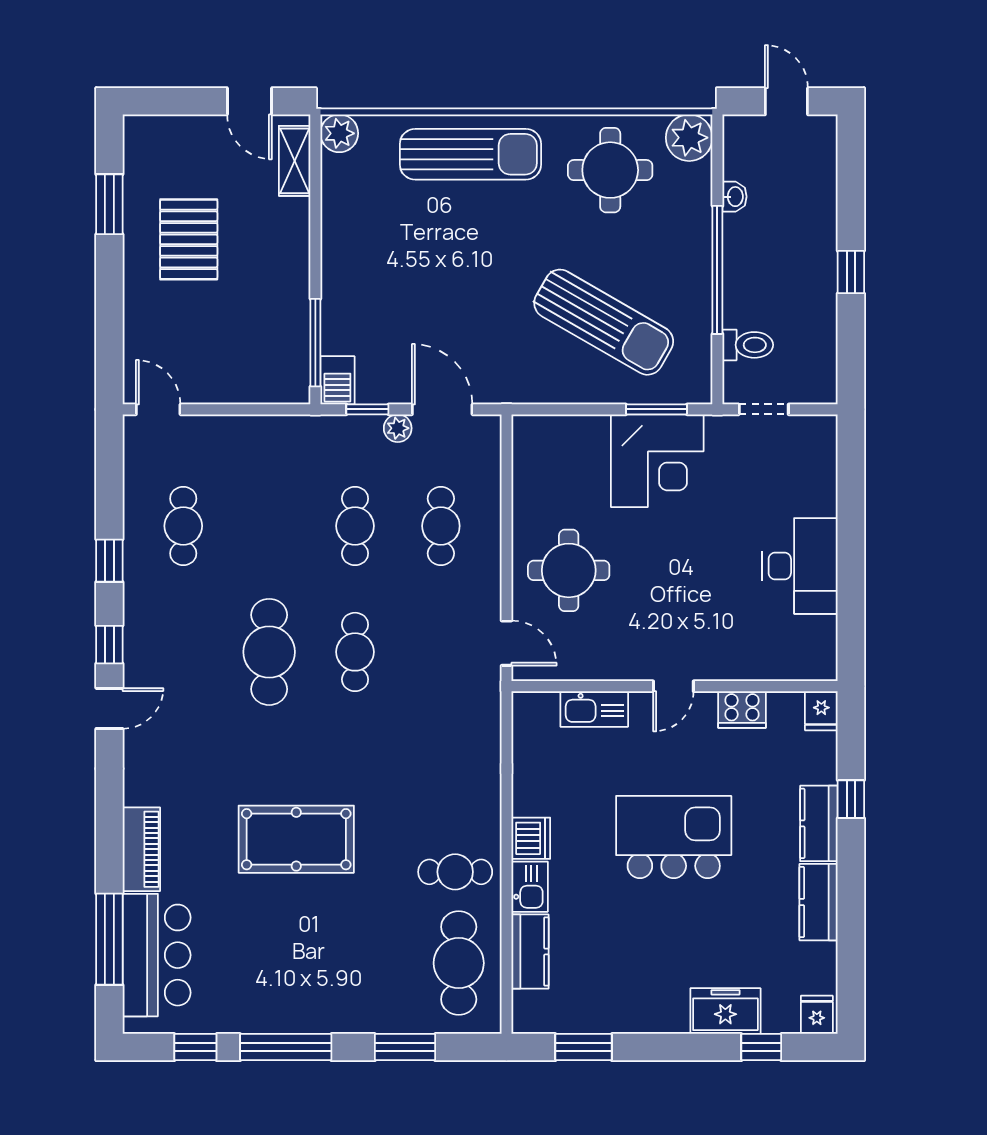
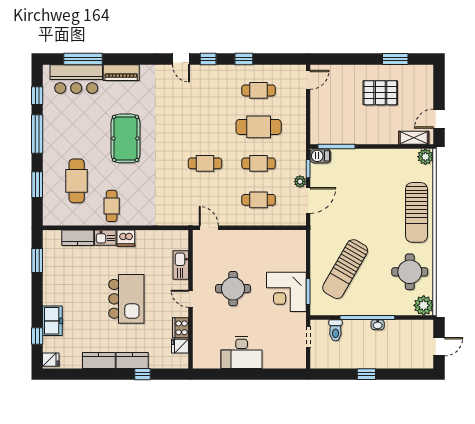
washbasin: (735, 197) -> (378, 325), moved
round table: (569, 570) -> (233, 289), moved
door: (507, 643) -> (209, 228), swing flipped
cafe table: (269, 652) -> (259, 127), moved
fridge: (821, 711) -> (180, 346), moved
cafe table: (459, 963) -> (77, 181), moved, turned 90

